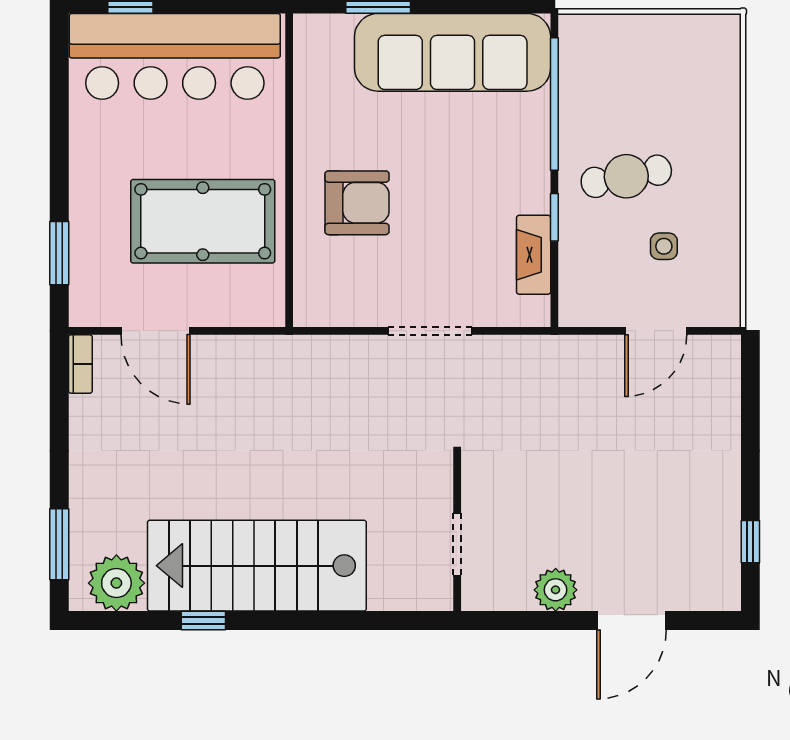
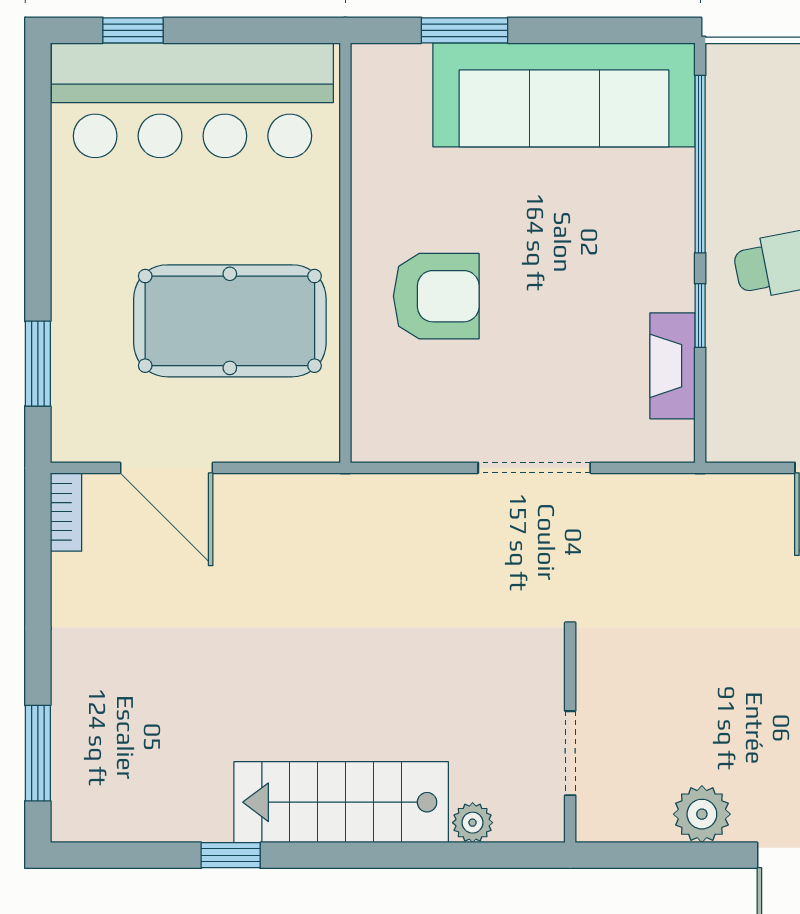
stairs: (257, 566) -> (341, 802), width x0.73, depth x0.66
plant: (116, 583) -> (473, 823), moved, width x0.53, depth x0.53

